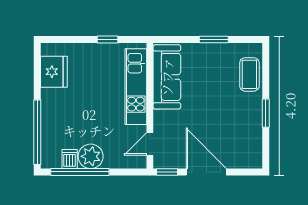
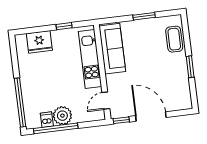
fridge: (54, 72) -> (39, 42), moved, turned 90

